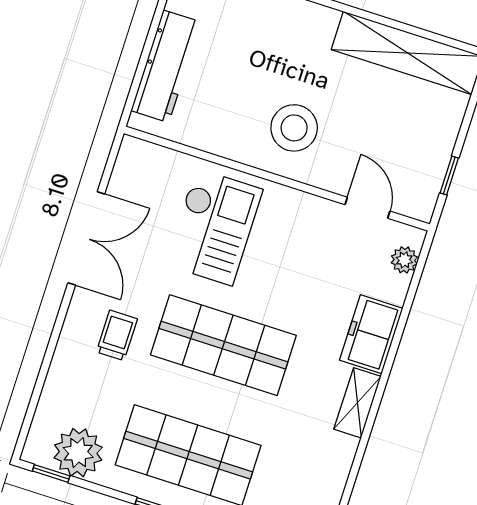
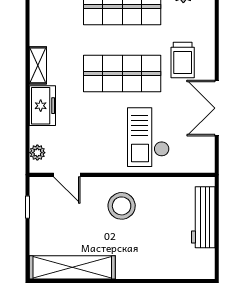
trolley: (117, 335) -> (183, 60), width x1.36, depth x1.39

